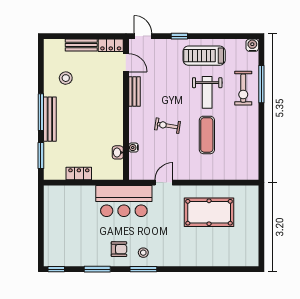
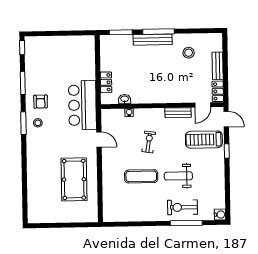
door: (143, 36) -> (226, 119), hinge flipped
treadmill: (204, 56) -> (204, 140), moved, turned -90
locker: (79, 174) -> (106, 82), moved

